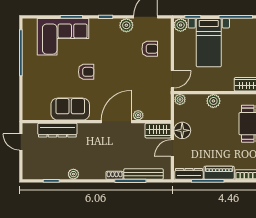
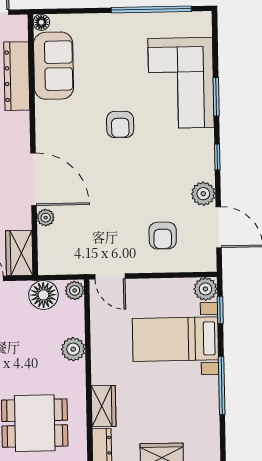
sofa: (70, 109) -> (54, 66), moved
floor lamp: (27, 116) -> (41, 22), added
floor lamp: (182, 130) -> (43, 295), moved

